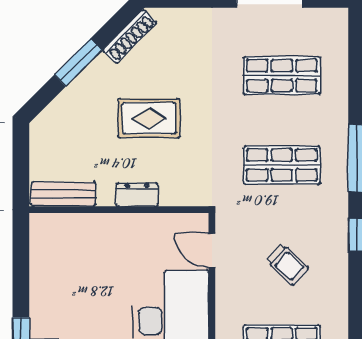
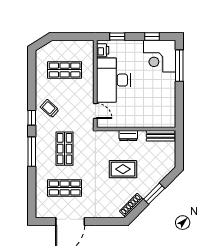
shop shelf: (282, 165) -> (65, 149), turned 90
trolley: (288, 264) -> (50, 109), moved

